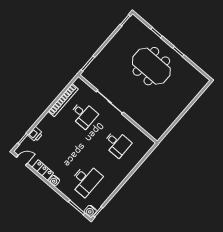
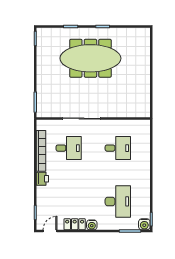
meeting table: (151, 66) -> (90, 58), width x1.36
printer: (35, 134) -> (42, 179), moved

